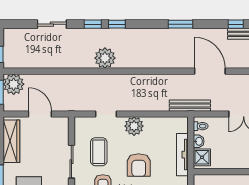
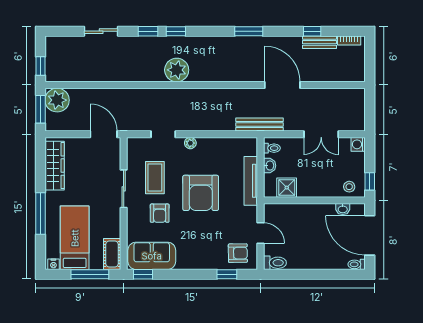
plant: (105, 58) -> (177, 70), moved
door: (40, 114) -> (104, 134), moved
plant: (134, 126) -> (190, 143), width x0.53, depth x0.53
shower: (202, 157) -> (287, 188), moved
armchair: (139, 165) -> (201, 193), width x1.36, depth x1.36

